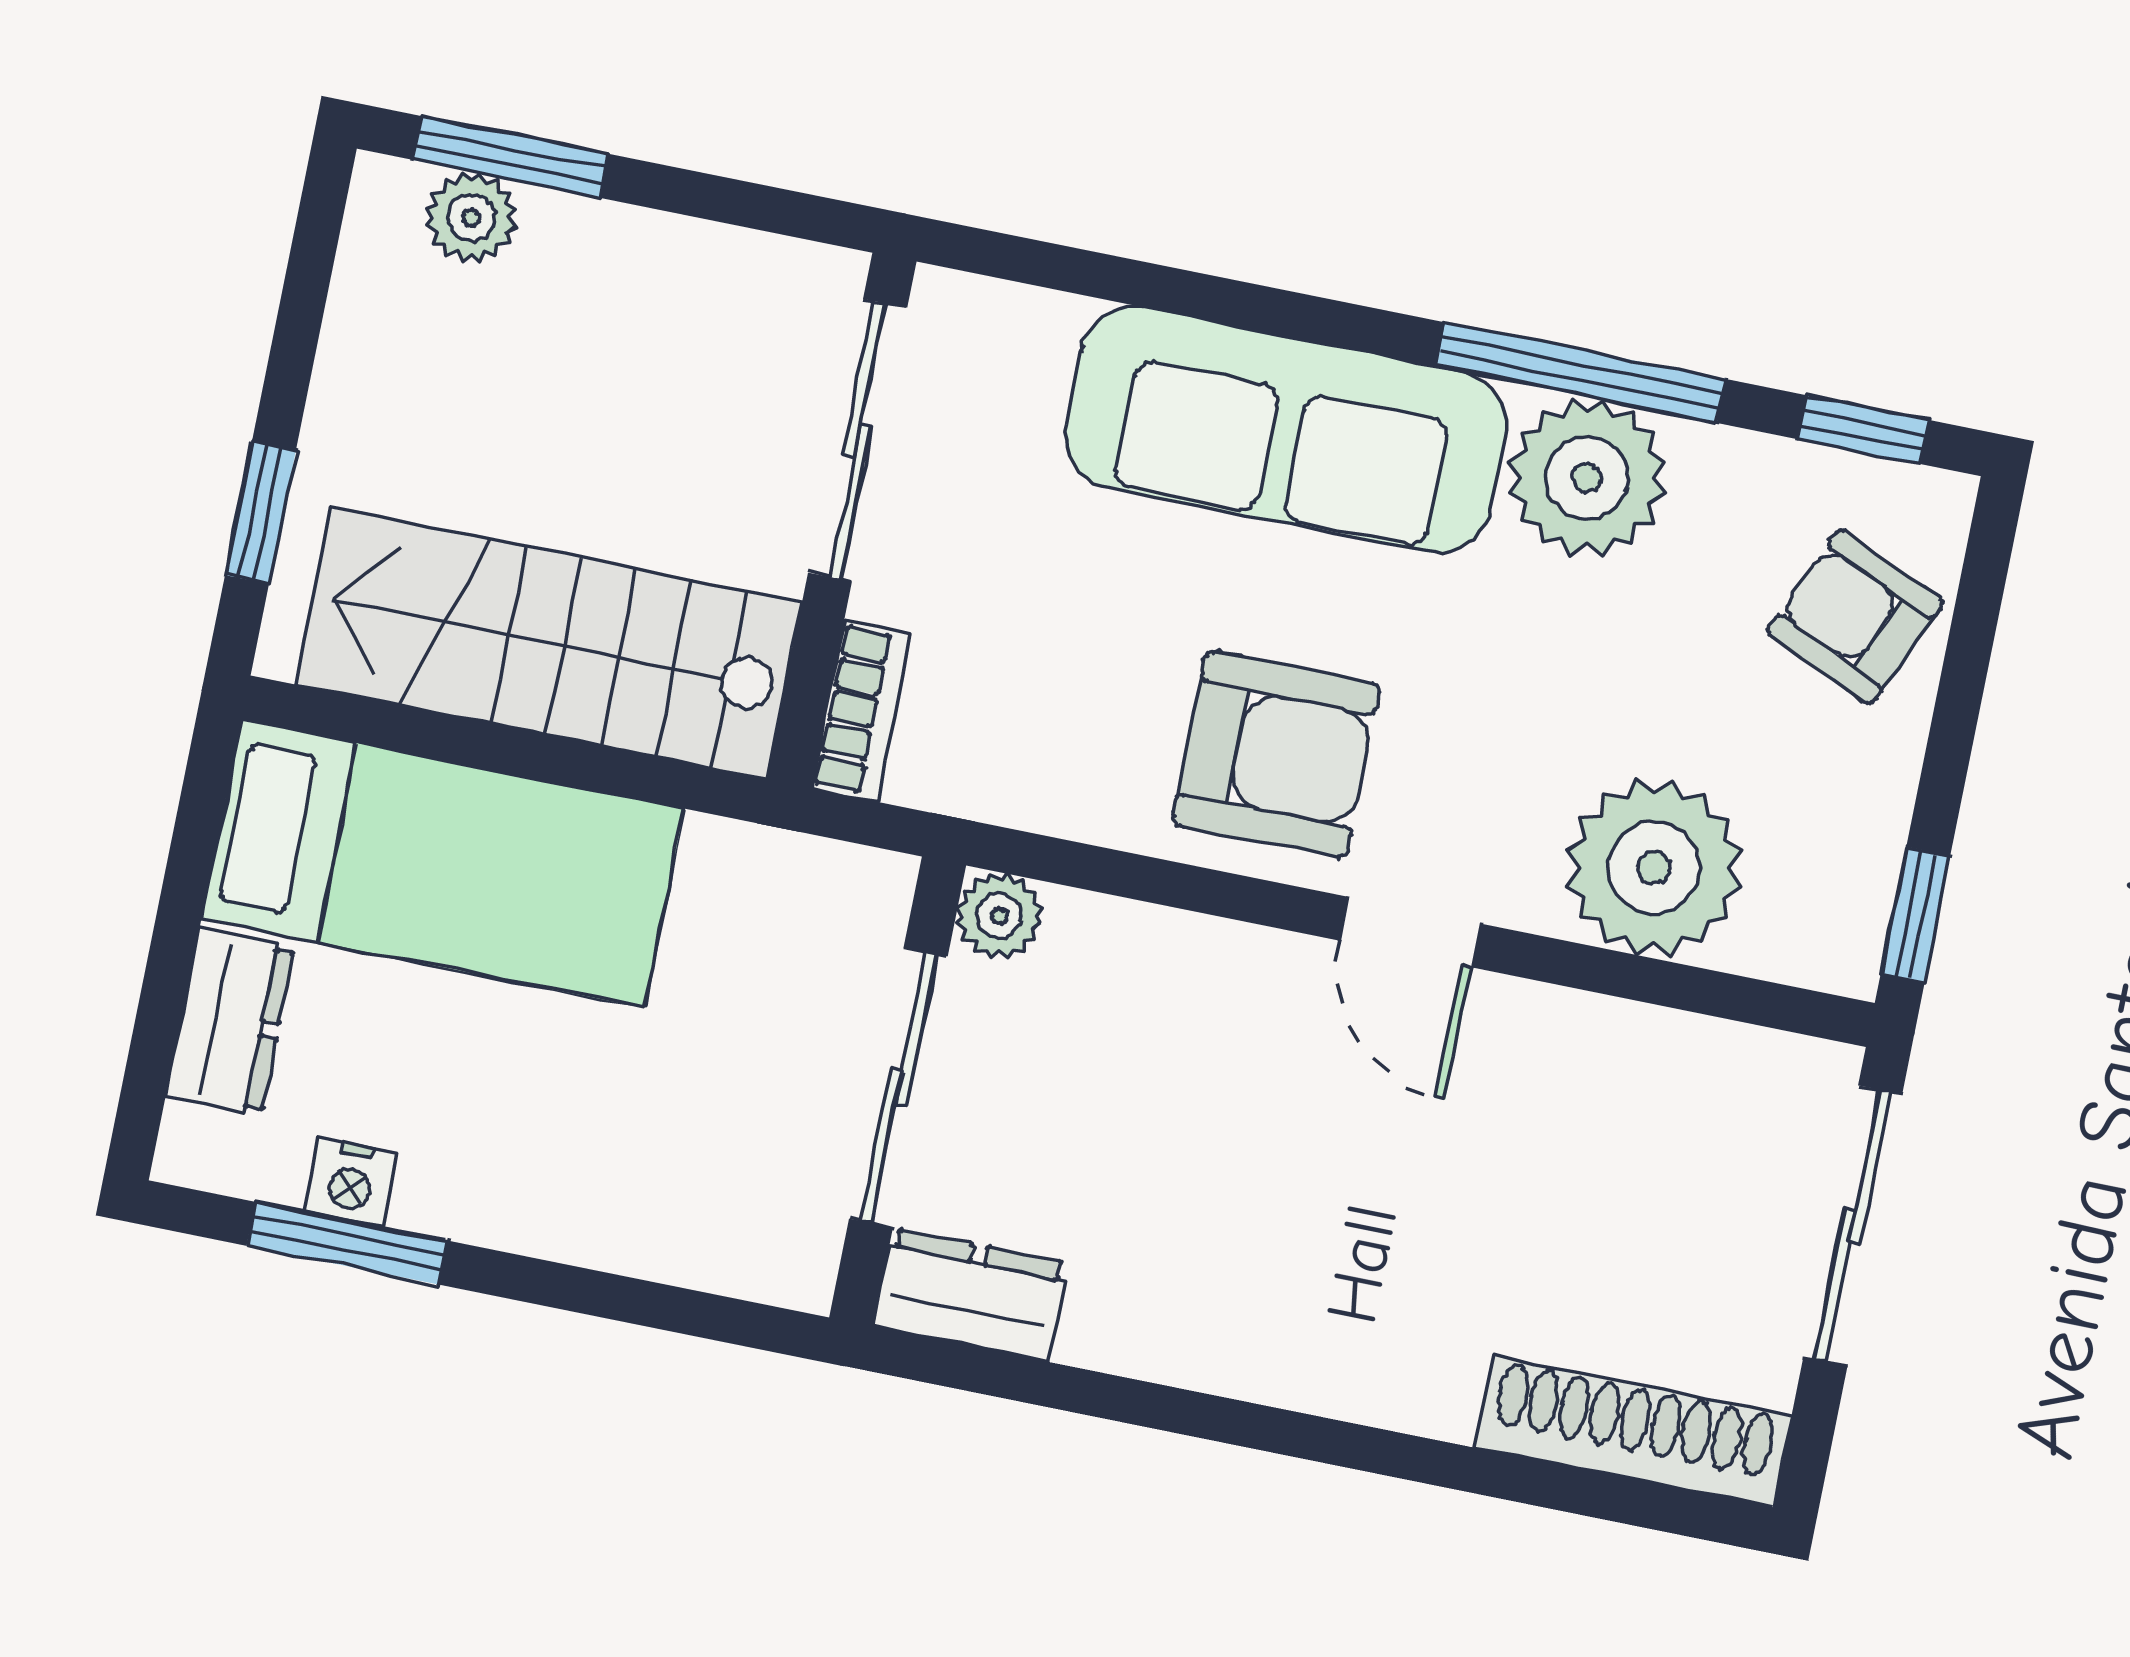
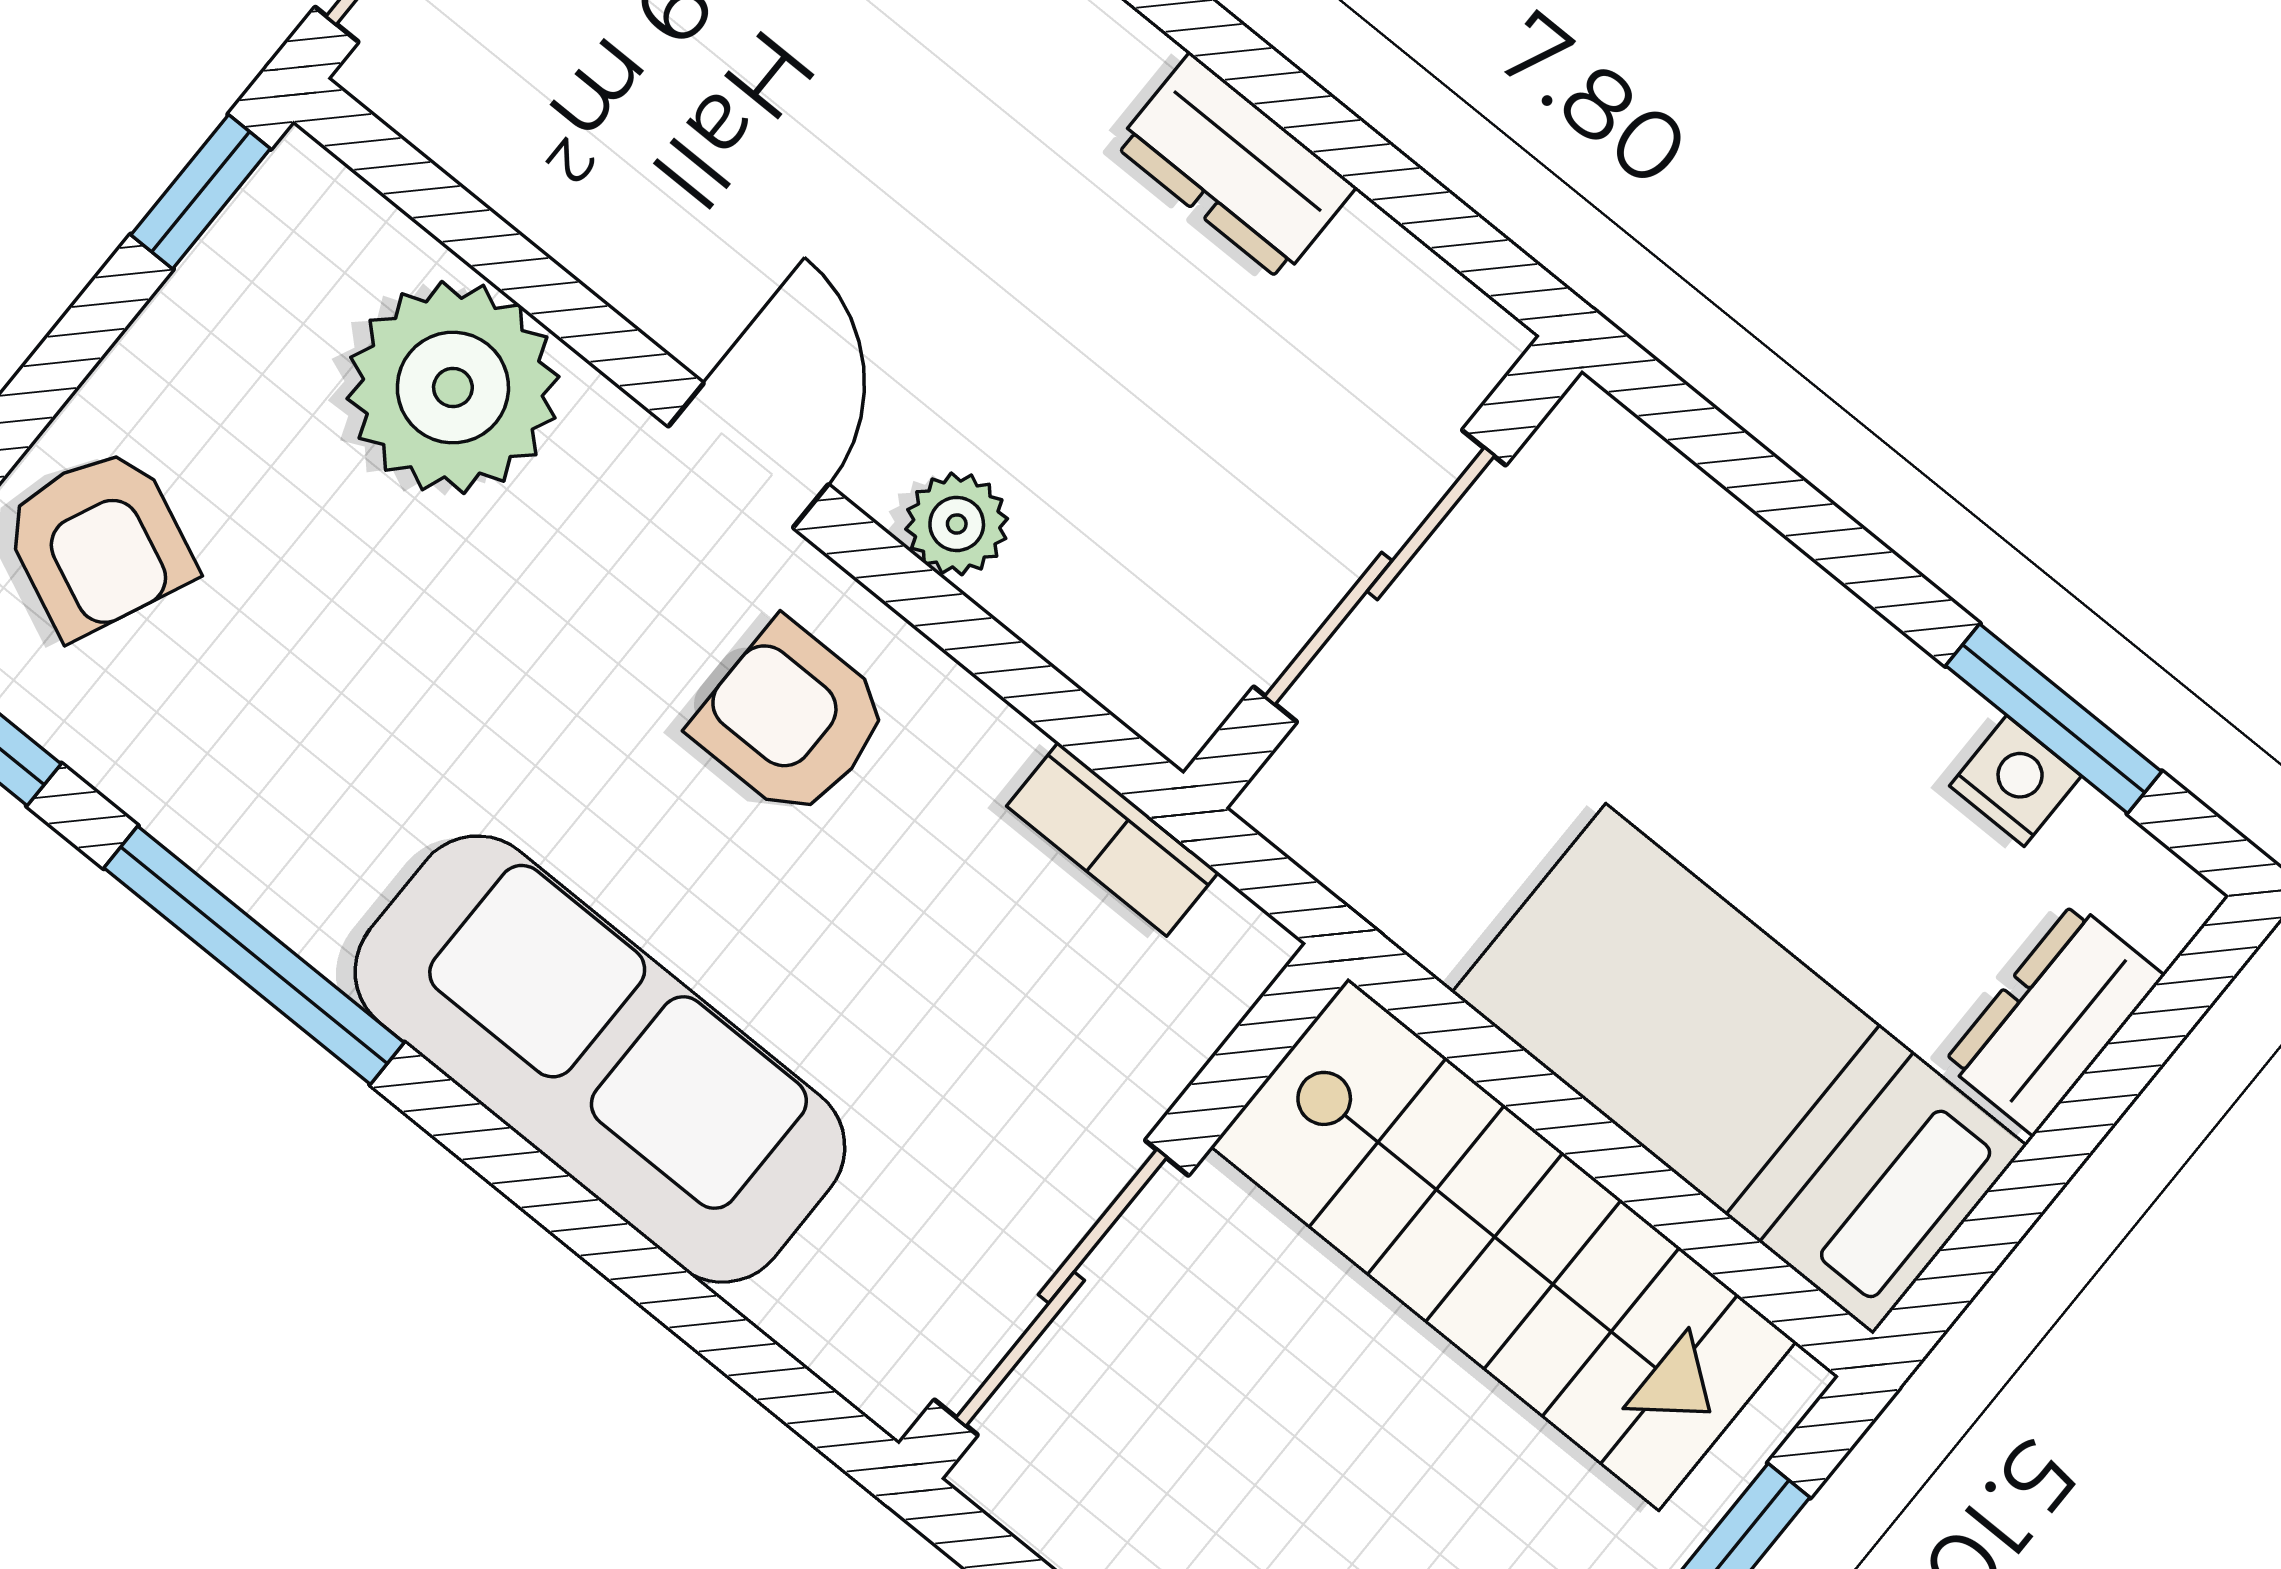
plant: (1587, 478) -> (306, 840), removed
bookcase: (861, 711) -> (1112, 839), moved, turned -90
armchair: (1276, 754) -> (791, 719), width x0.72, depth x0.72
plant: (999, 916) -> (957, 524), moved
dresser: (971, 1295) -> (1235, 166), moved

